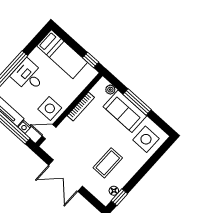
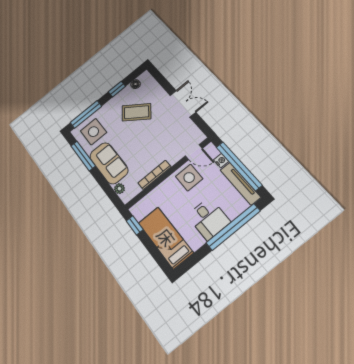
window: (137, 102) -> (83, 156), moved
window: (157, 155) -> (86, 114), added
coffee table: (108, 163) -> (136, 112), turned 37
double door: (66, 176) -> (183, 104), width x0.73
window: (119, 197) -> (117, 89), moved

